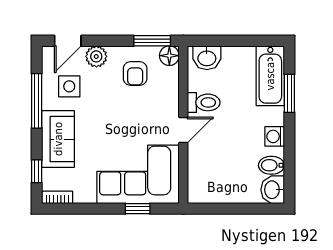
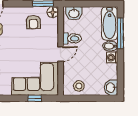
plant: (96, 56) -> (12, 13), removed
window: (289, 93) -> (120, 33), width x1.44
bidet: (271, 165) -> (110, 46), moved
stool: (216, 187) -> (79, 86), added

